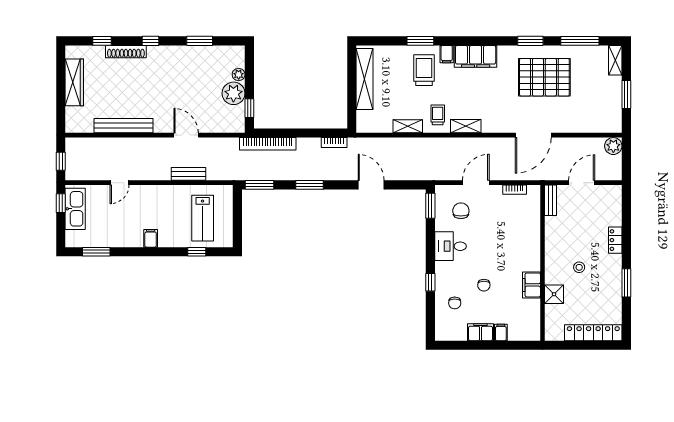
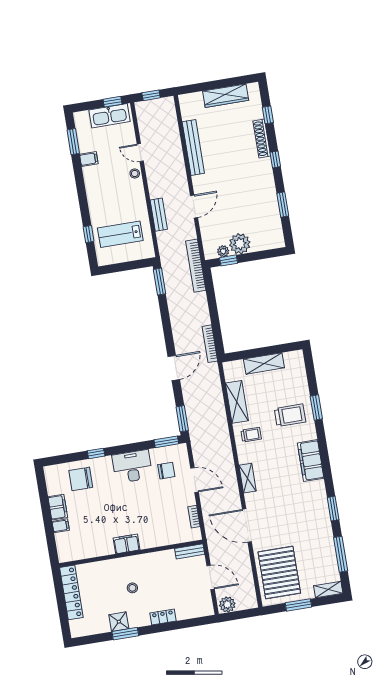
filing cabinet: (447, 54) -> (308, 434), removed
plant: (239, 75) -> (223, 251), moved
pallet: (544, 77) -> (279, 573), moved
shelving: (365, 79) -> (264, 363), width x0.68
shelving: (408, 126) -> (237, 402), width x1.50, depth x1.33
shelving: (466, 126) -> (248, 478), moved
bookcase: (334, 142) -> (210, 344), width x1.56
bookcase: (268, 144) -> (196, 266), moved
plant: (613, 146) -> (227, 604), moved
window: (310, 185) -> (182, 419), moved
door: (371, 185) -> (174, 368), moved
stool: (141, 192) -> (135, 173), added
filing cabinet: (151, 238) -> (89, 159), moved
desk: (451, 246) -> (132, 466), width x1.37
chair: (484, 285) -> (101, 503), removed
filing cabinet: (532, 285) -> (127, 544), moved
shower: (554, 294) -> (119, 622), moved
chair: (455, 303) -> (81, 479), width x1.87, depth x1.87
locker: (593, 333) -> (71, 592), moved

